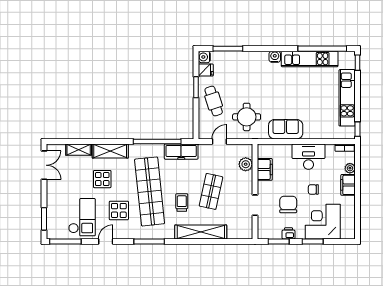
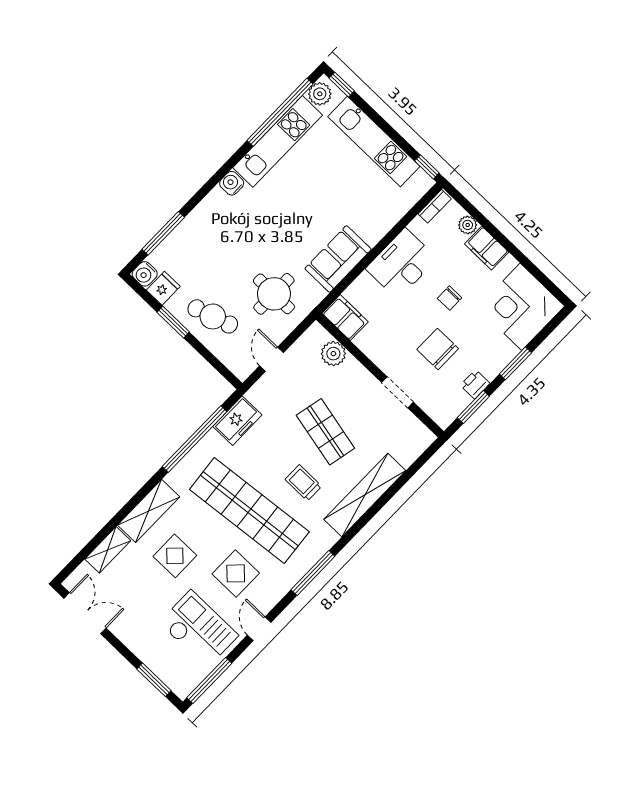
plant: (345, 57) -> (320, 94), added
freezer: (181, 152) -> (237, 421), width x0.71
filing cabinet: (265, 169) -> (345, 318), moved
corner desk: (323, 222) -> (521, 307), moved

